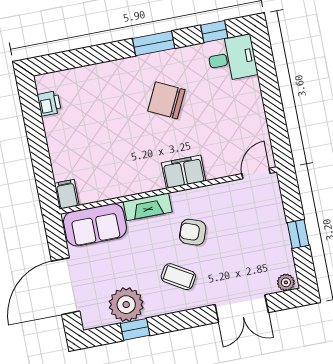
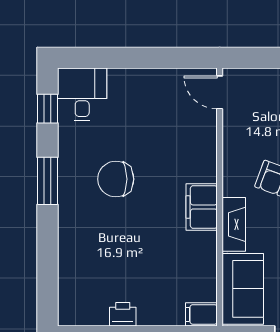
chair: (166, 100) -> (116, 179), turned 64
printer: (49, 103) -> (123, 314), moved
filing cabinet: (184, 172) -> (202, 207), moved

